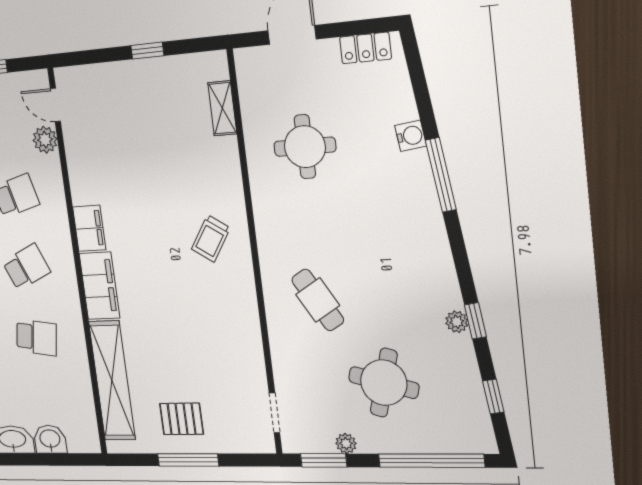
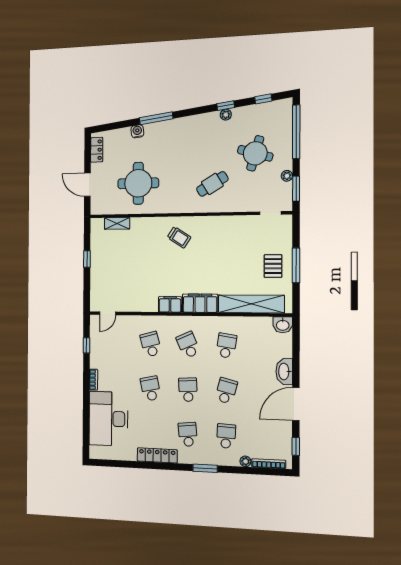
plant: (45, 140) -> (124, 322), removed
round table: (305, 147) -> (138, 183), width x1.36, depth x1.36
washbasin: (50, 439) -> (283, 325), moved, turned -90

